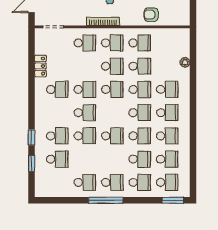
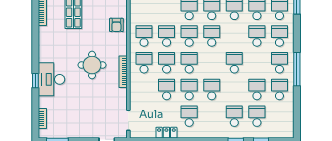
school desk: (85, 43) -> (167, 89), moved
school desk: (85, 136) -> (257, 89), moved
school desk: (140, 136) -> (234, 36), removed

